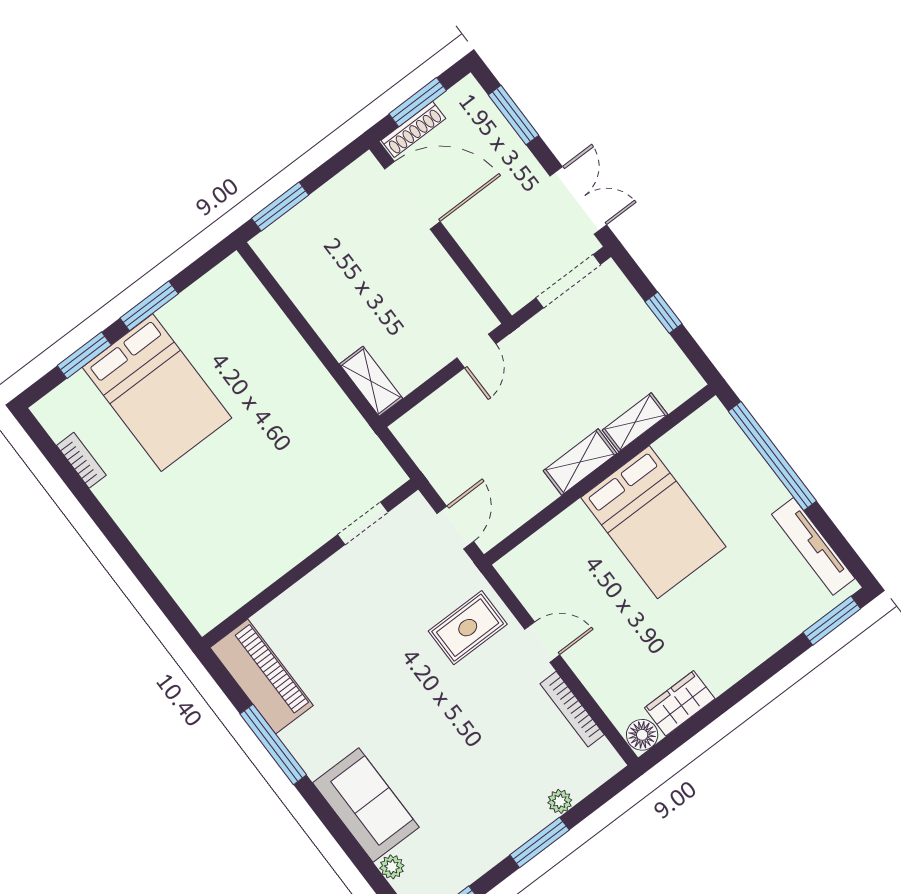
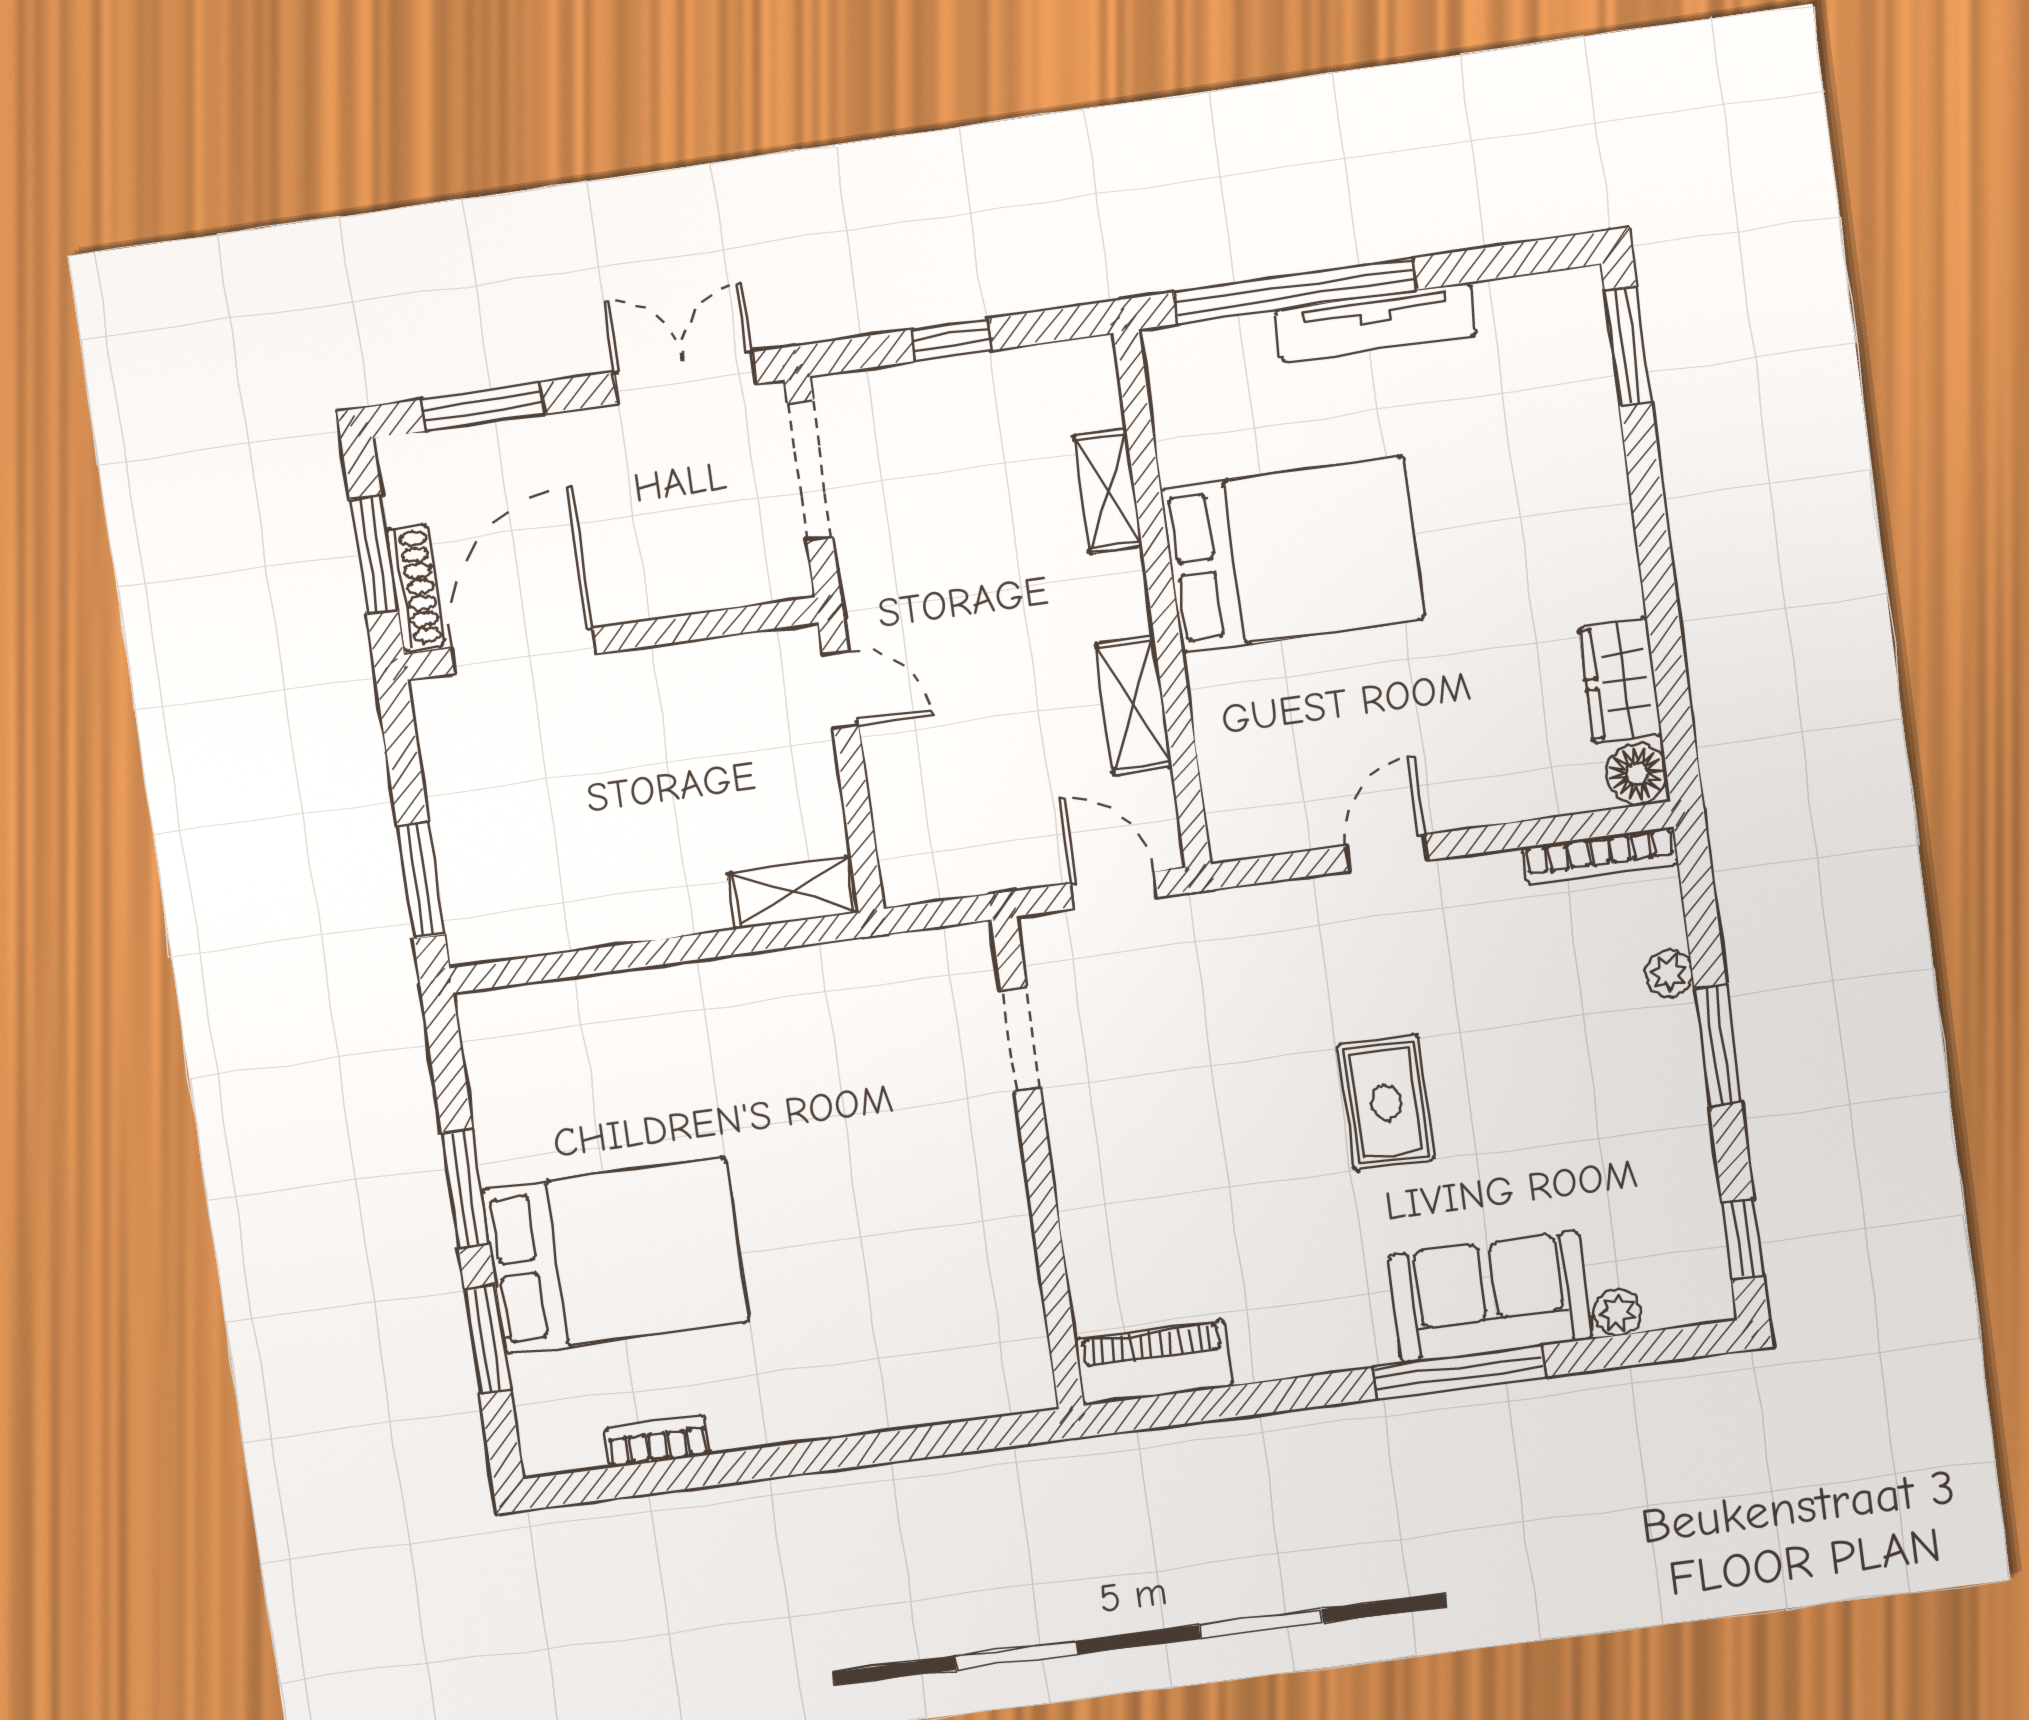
shelving: (580, 462) -> (1134, 705), moved
tv unit: (813, 546) -> (1376, 323), moved
rug: (468, 628) -> (1386, 1102), moved
piano: (262, 677) -> (1154, 1363), width x0.73, depth x0.75
bookcase: (572, 709) -> (1600, 856), moved
window: (273, 744) -> (1460, 1372), moved

